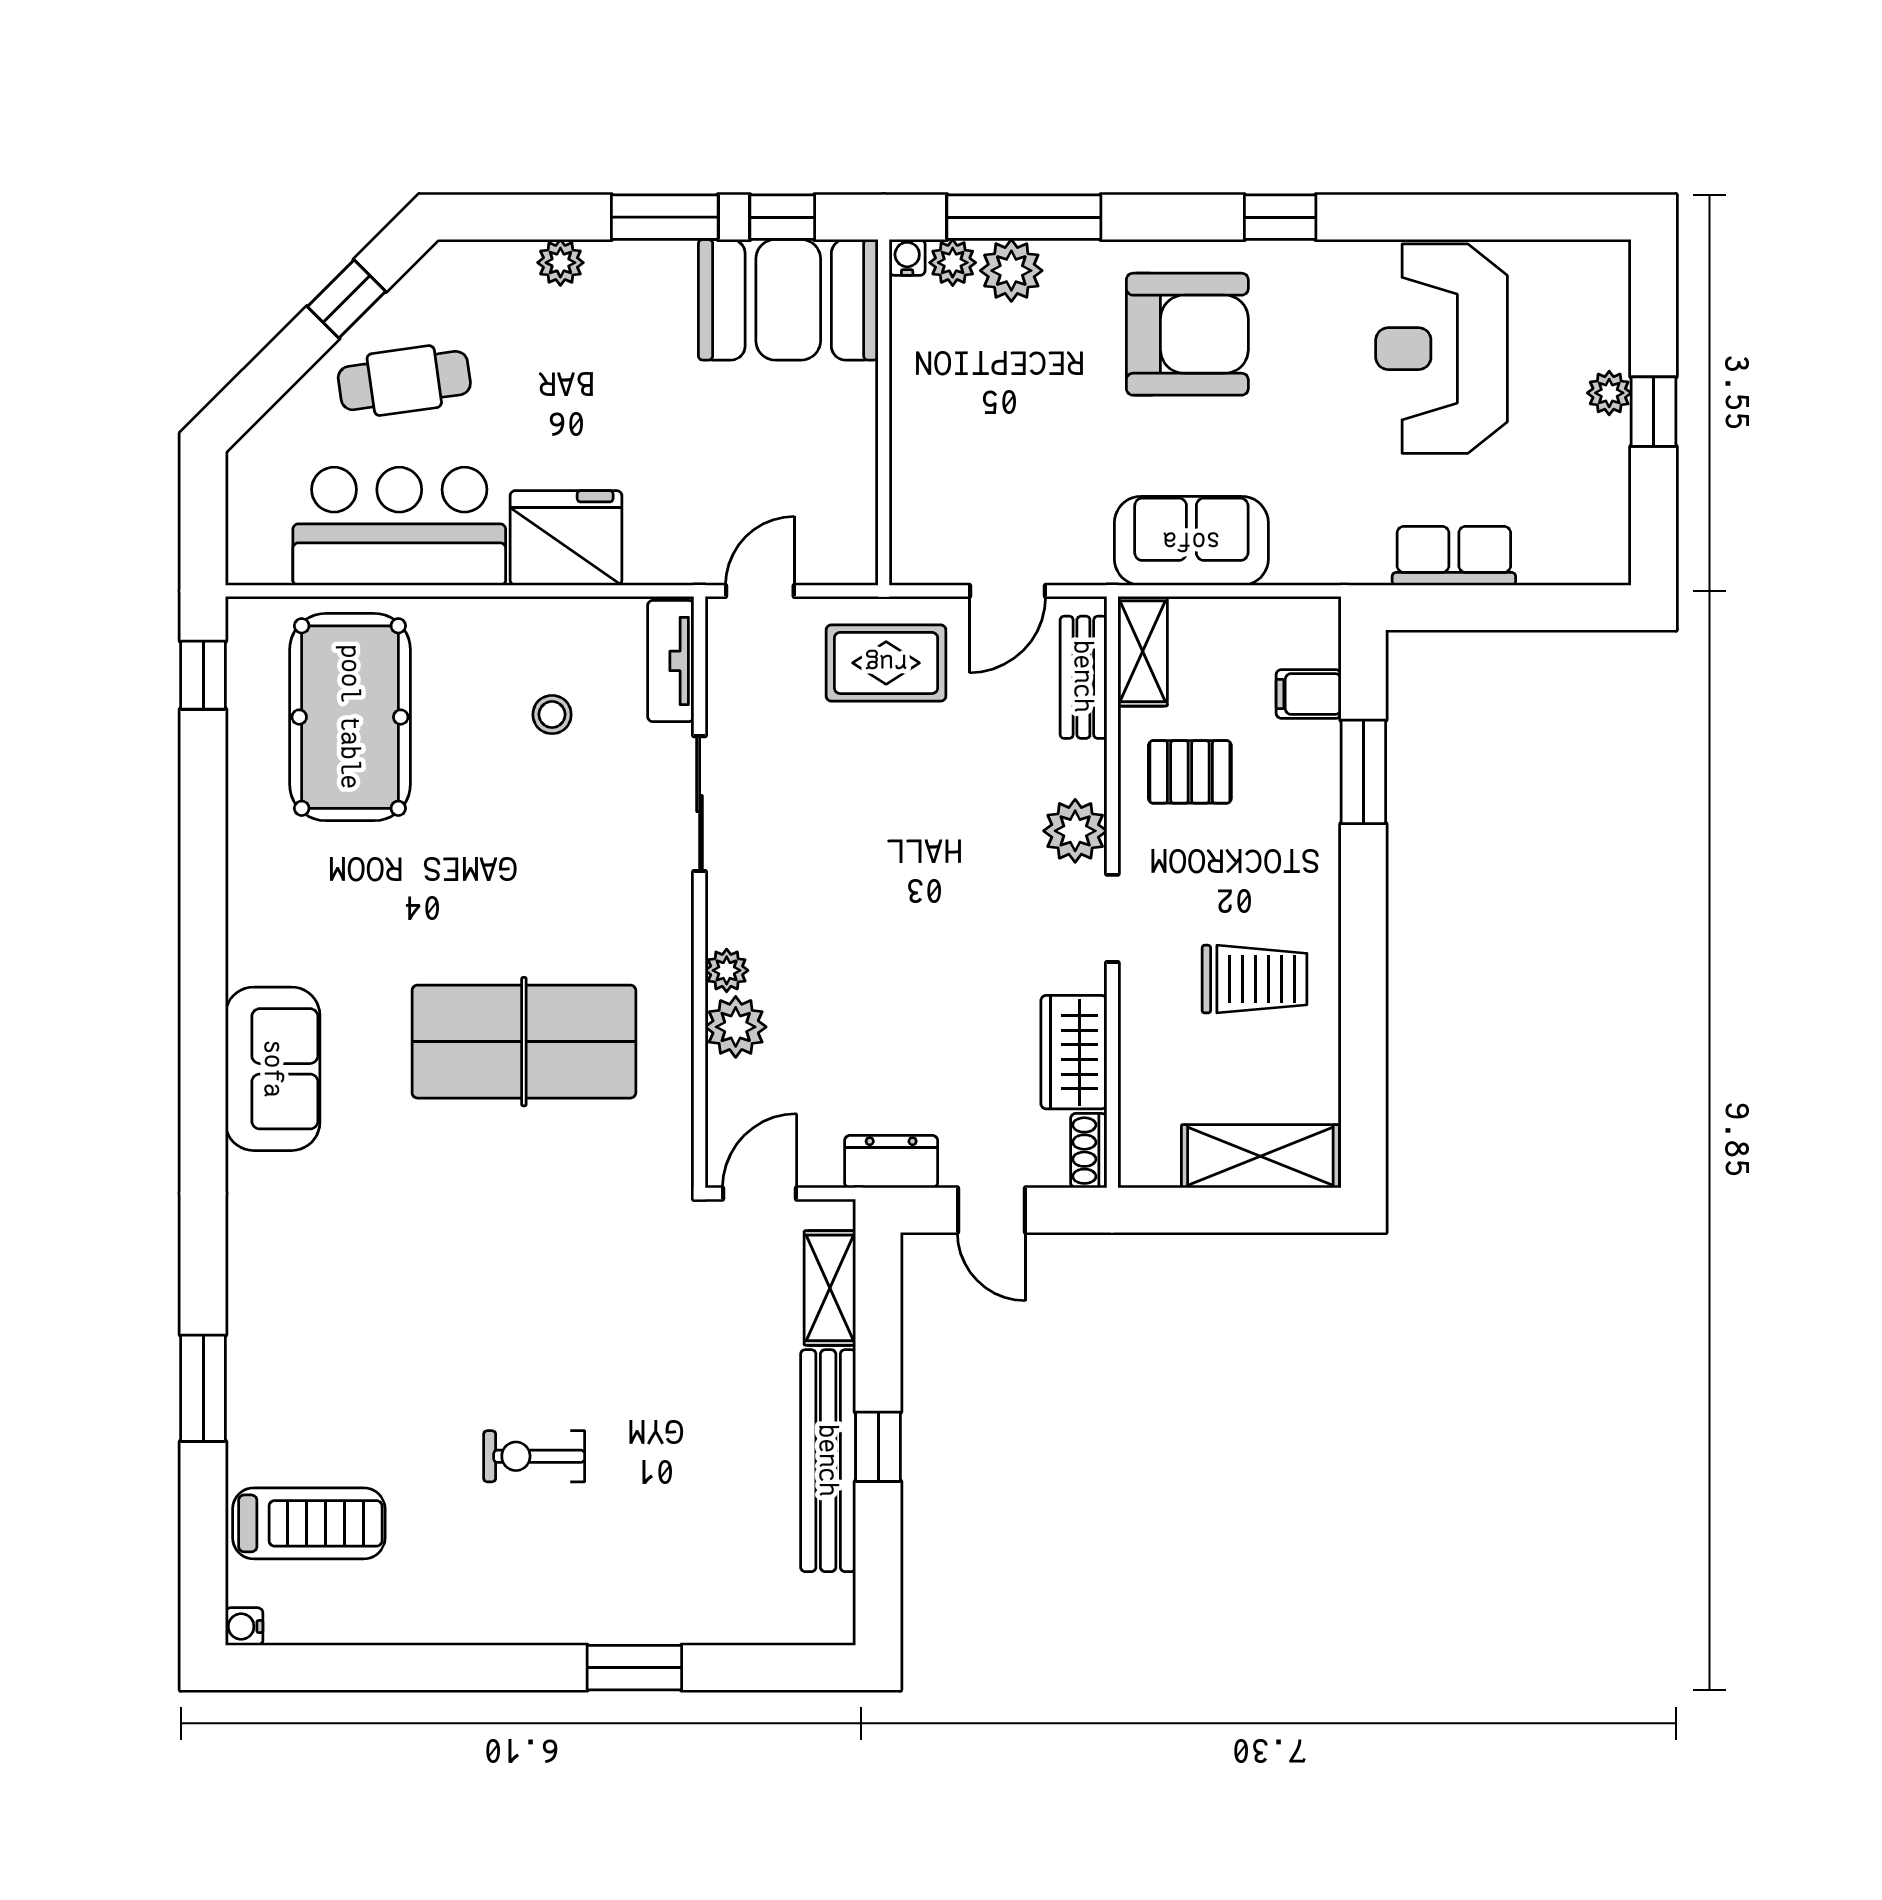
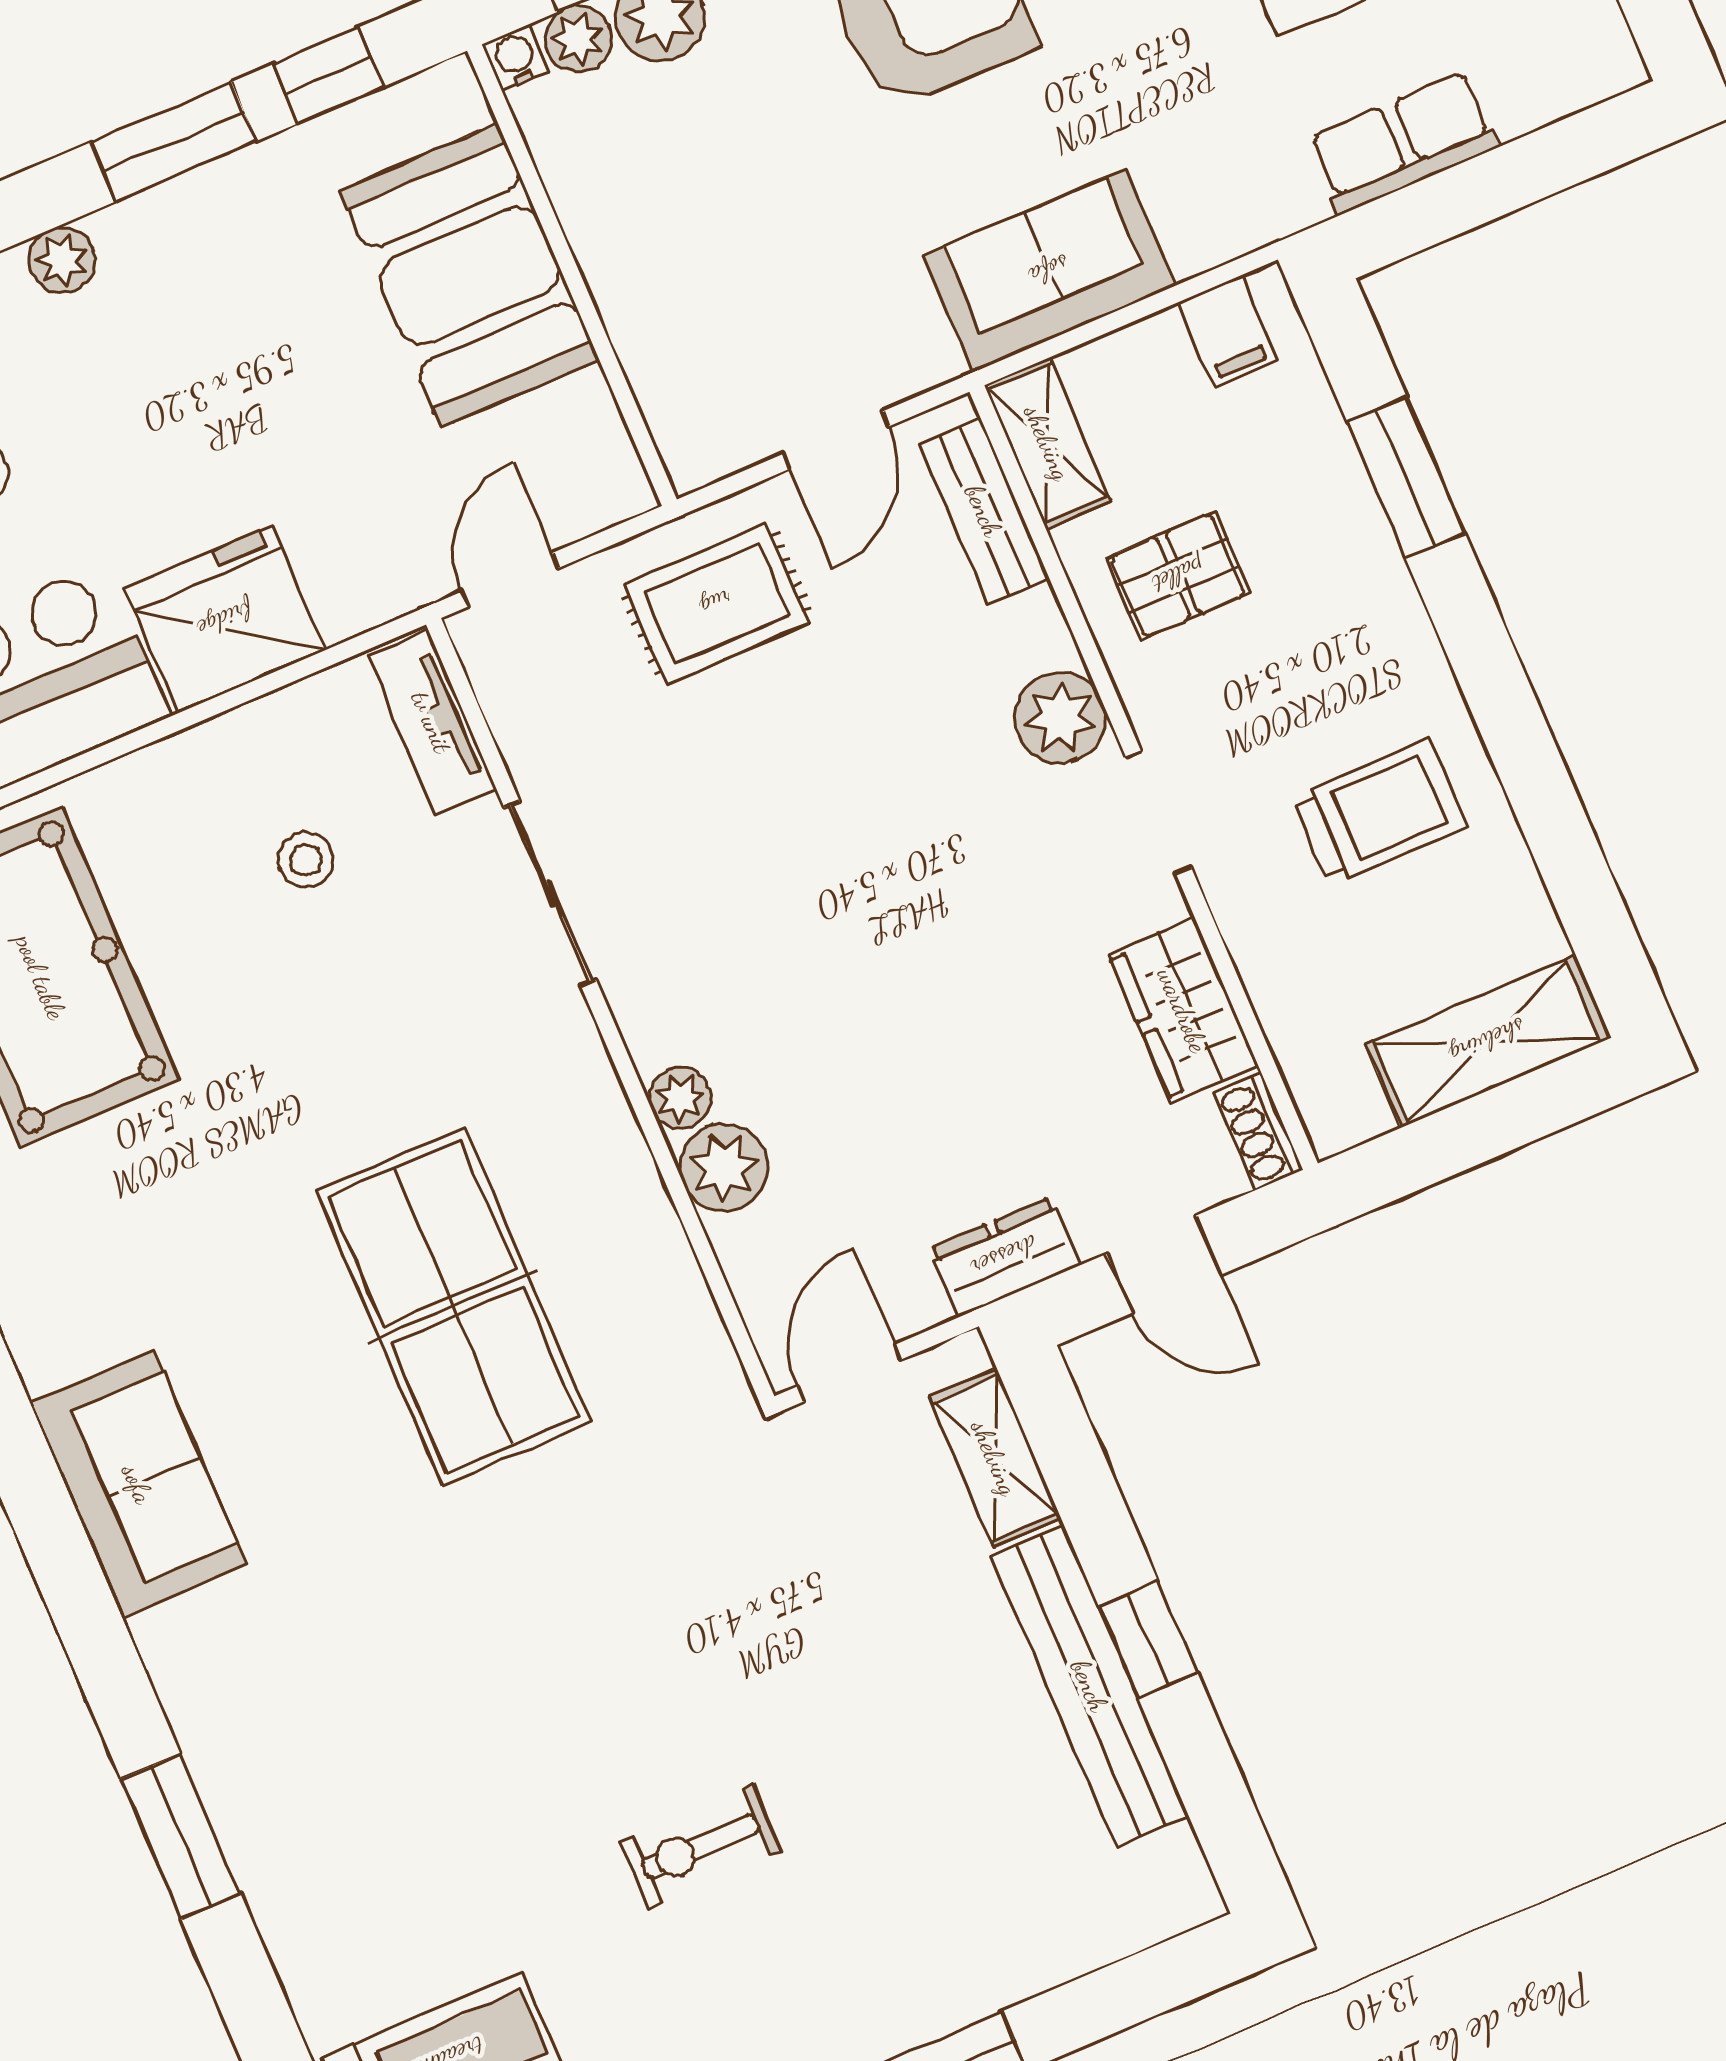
booth: (788, 300) -> (469, 275), moved, turned 90
filing cabinet: (1309, 694) -> (1228, 331), moved, turned -90
table tennis table: (524, 1042) -> (453, 1306), turned 90
window: (203, 1388) -> (181, 1836), moved

